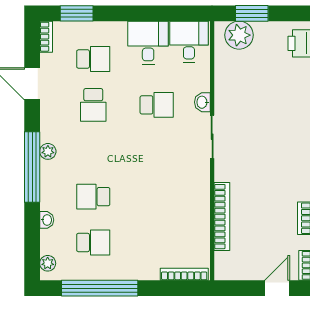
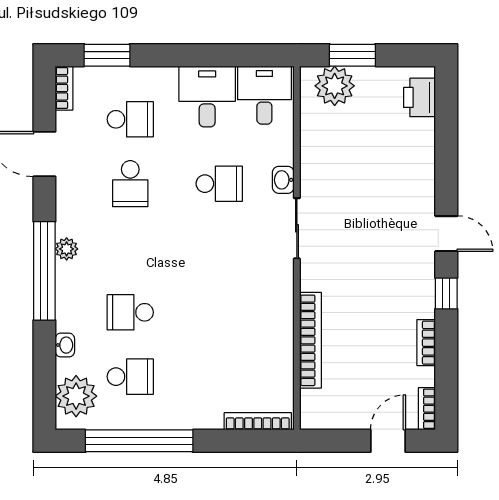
plant: (48, 263) -> (76, 396), width x1.88, depth x1.88

